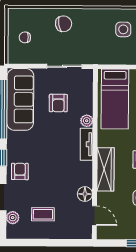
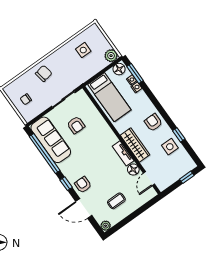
plant: (87, 121) -> (102, 123), removed
tv unit: (87, 144) -> (123, 153), moved
door: (94, 216) -> (149, 179), swing flipped
plant: (13, 218) -> (106, 226), moved

